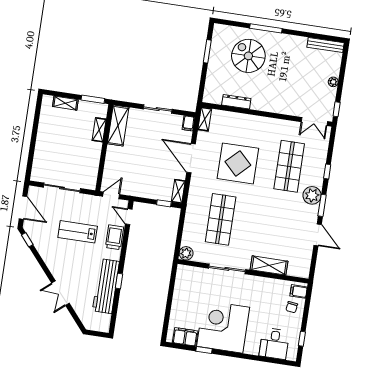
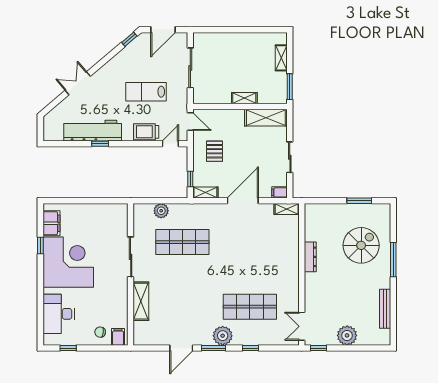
bench: (325, 45) -> (385, 309), moved
plant: (333, 82) -> (347, 335), width x1.87, depth x1.87
dresser: (236, 102) -> (310, 257), moved
shelving: (99, 130) -> (244, 98), moved
display table: (238, 163) -> (245, 252), removed
pallet: (142, 177) -> (214, 151), added
lab bench: (78, 232) -> (146, 92), turned -90
trolley: (114, 237) -> (146, 132), turned 180
plant: (186, 253) -> (161, 211), moved
desk: (274, 344) -> (59, 314), width x1.37

